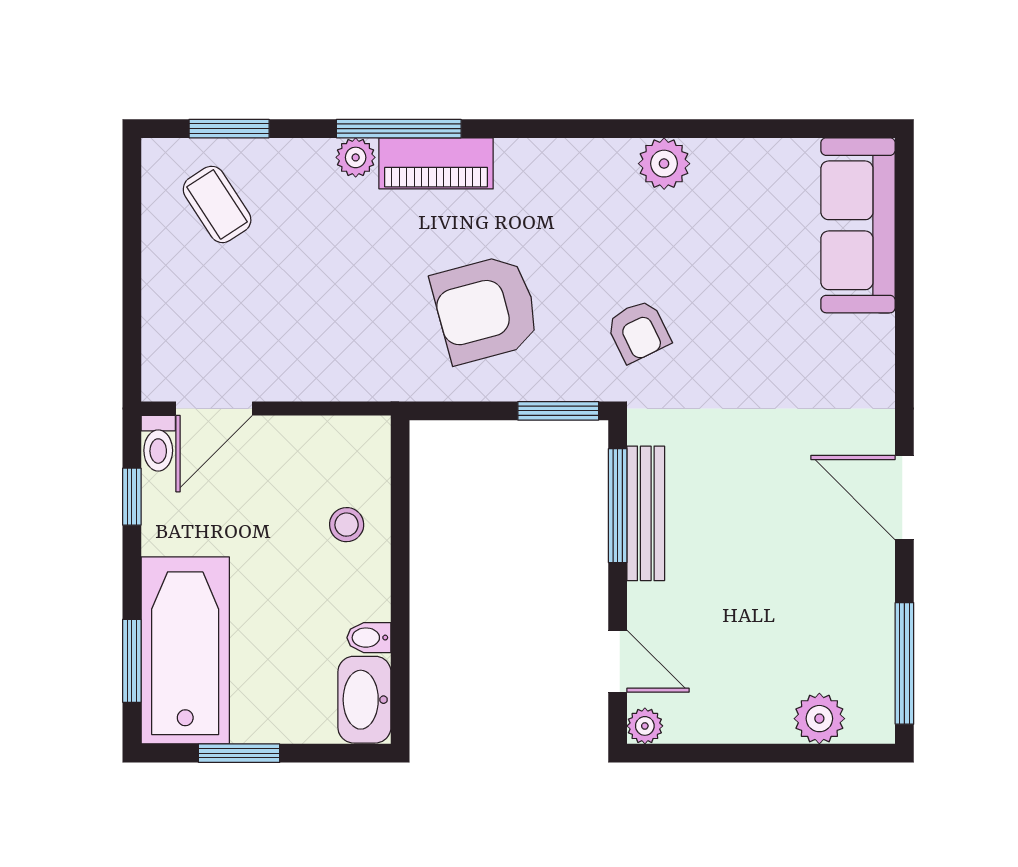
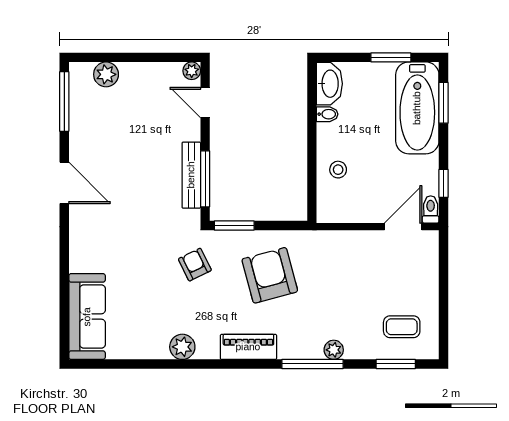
piano: (436, 163) -> (248, 347), moved
coffee table: (217, 204) -> (402, 327), turned -57
armchair: (486, 309) -> (270, 275), turned -90

